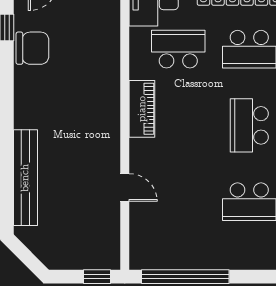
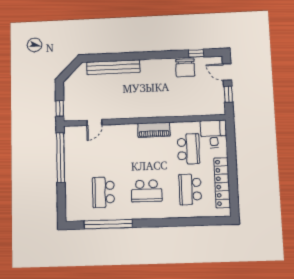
school desk: (249, 125) -> (147, 191), turned 180
door: (125, 187) -> (94, 122), moved

